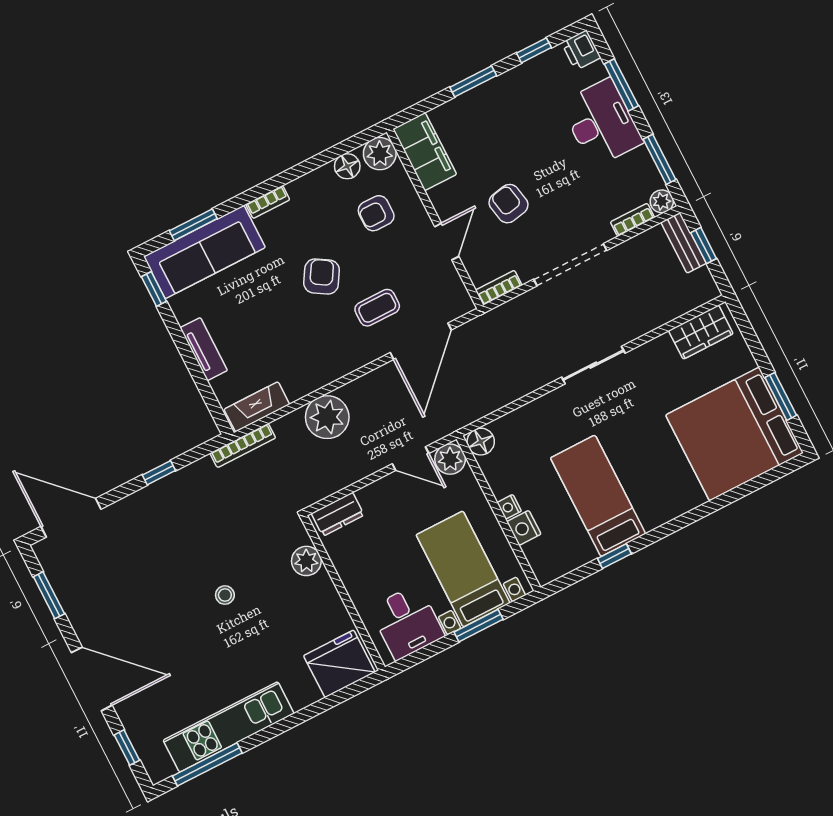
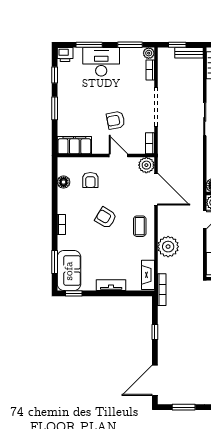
plant: (380, 154) -> (146, 165), moved
bench: (684, 243) -> (189, 53), moved
sofa: (204, 252) -> (69, 271), width x0.73
coffee table: (377, 308) -> (140, 226), moved

